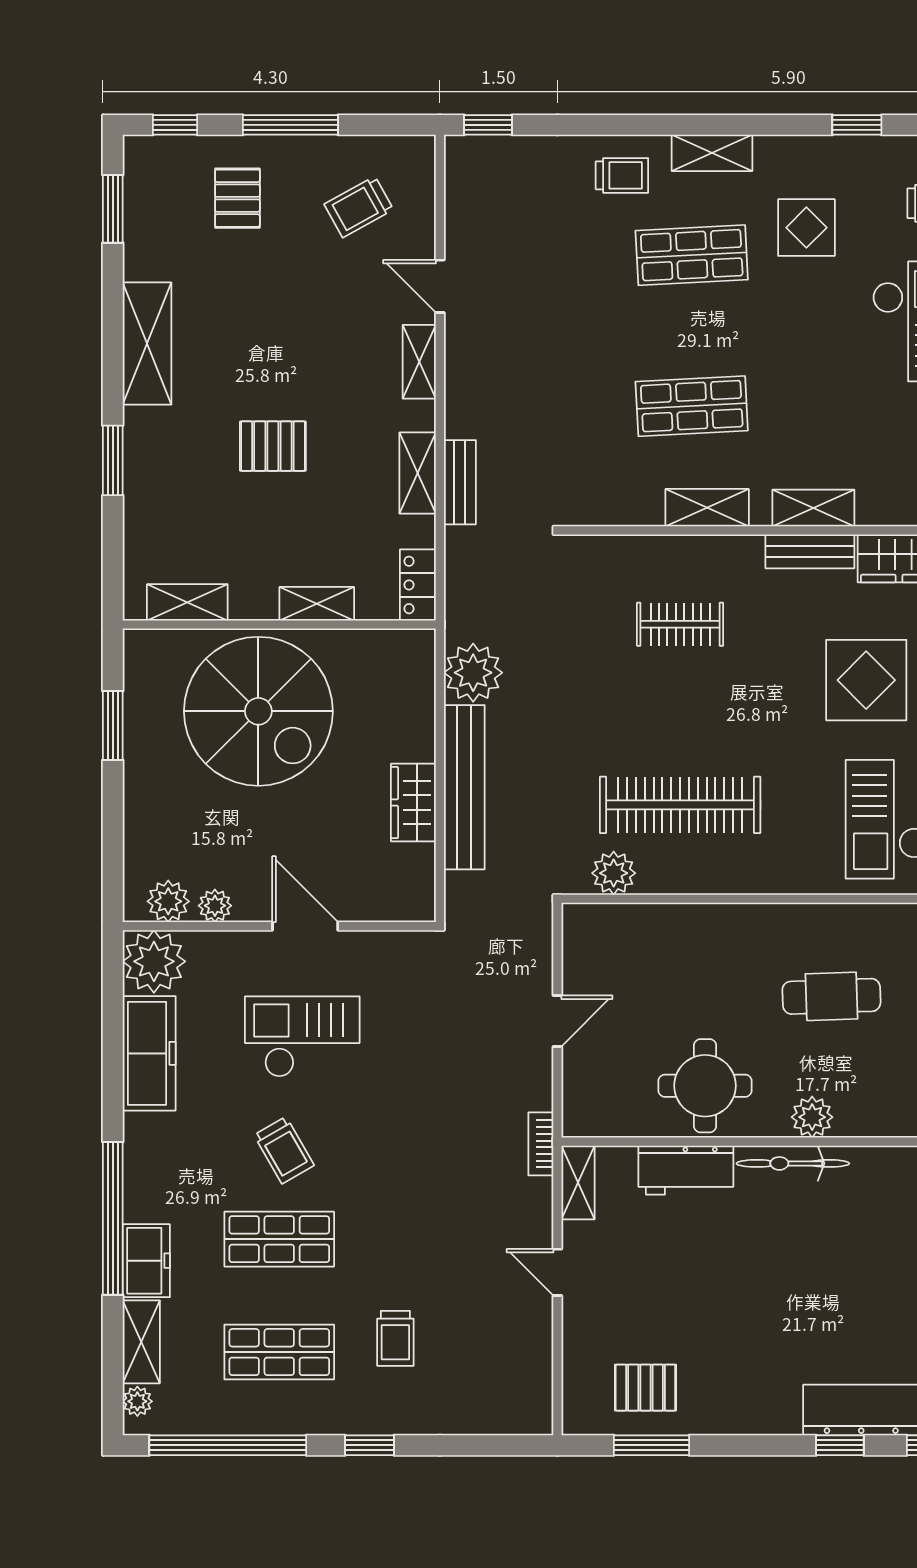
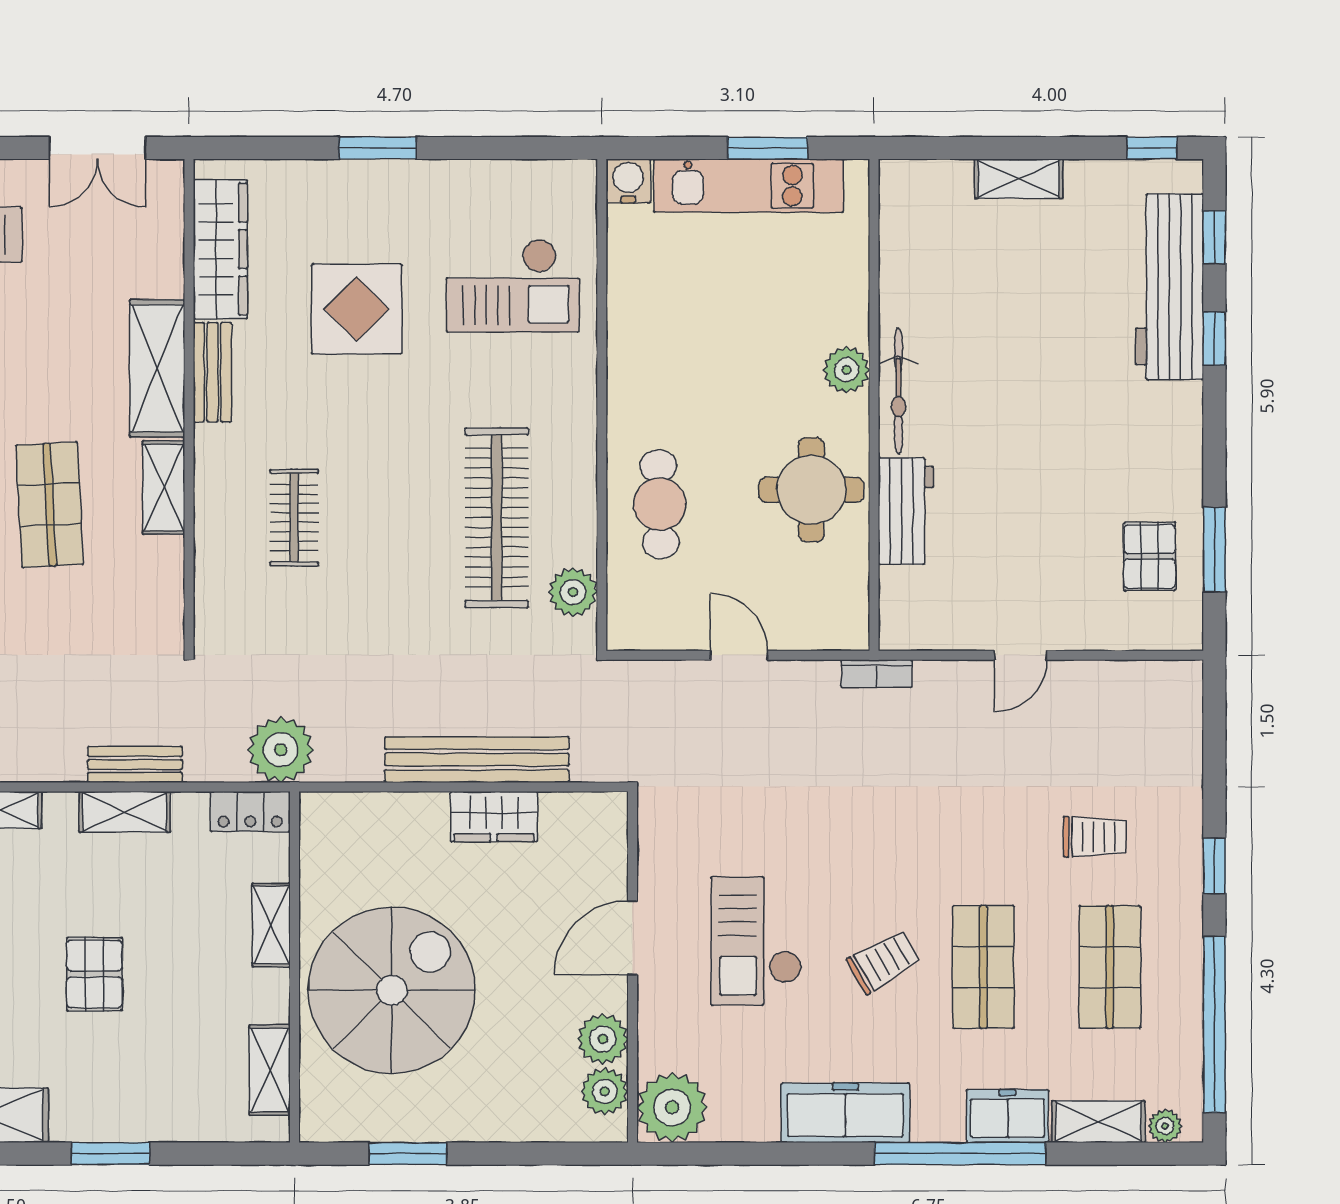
shelving: (813, 508) -> (157, 368), width x1.50, depth x1.33
plant: (473, 673) -> (281, 750), moved
plant: (215, 906) -> (603, 1039), width x1.38, depth x1.38
cafe table: (831, 996) -> (660, 504), moved
freezer: (149, 1053) -> (845, 1113), moved
shelving: (578, 1182) -> (920, 632), removed

